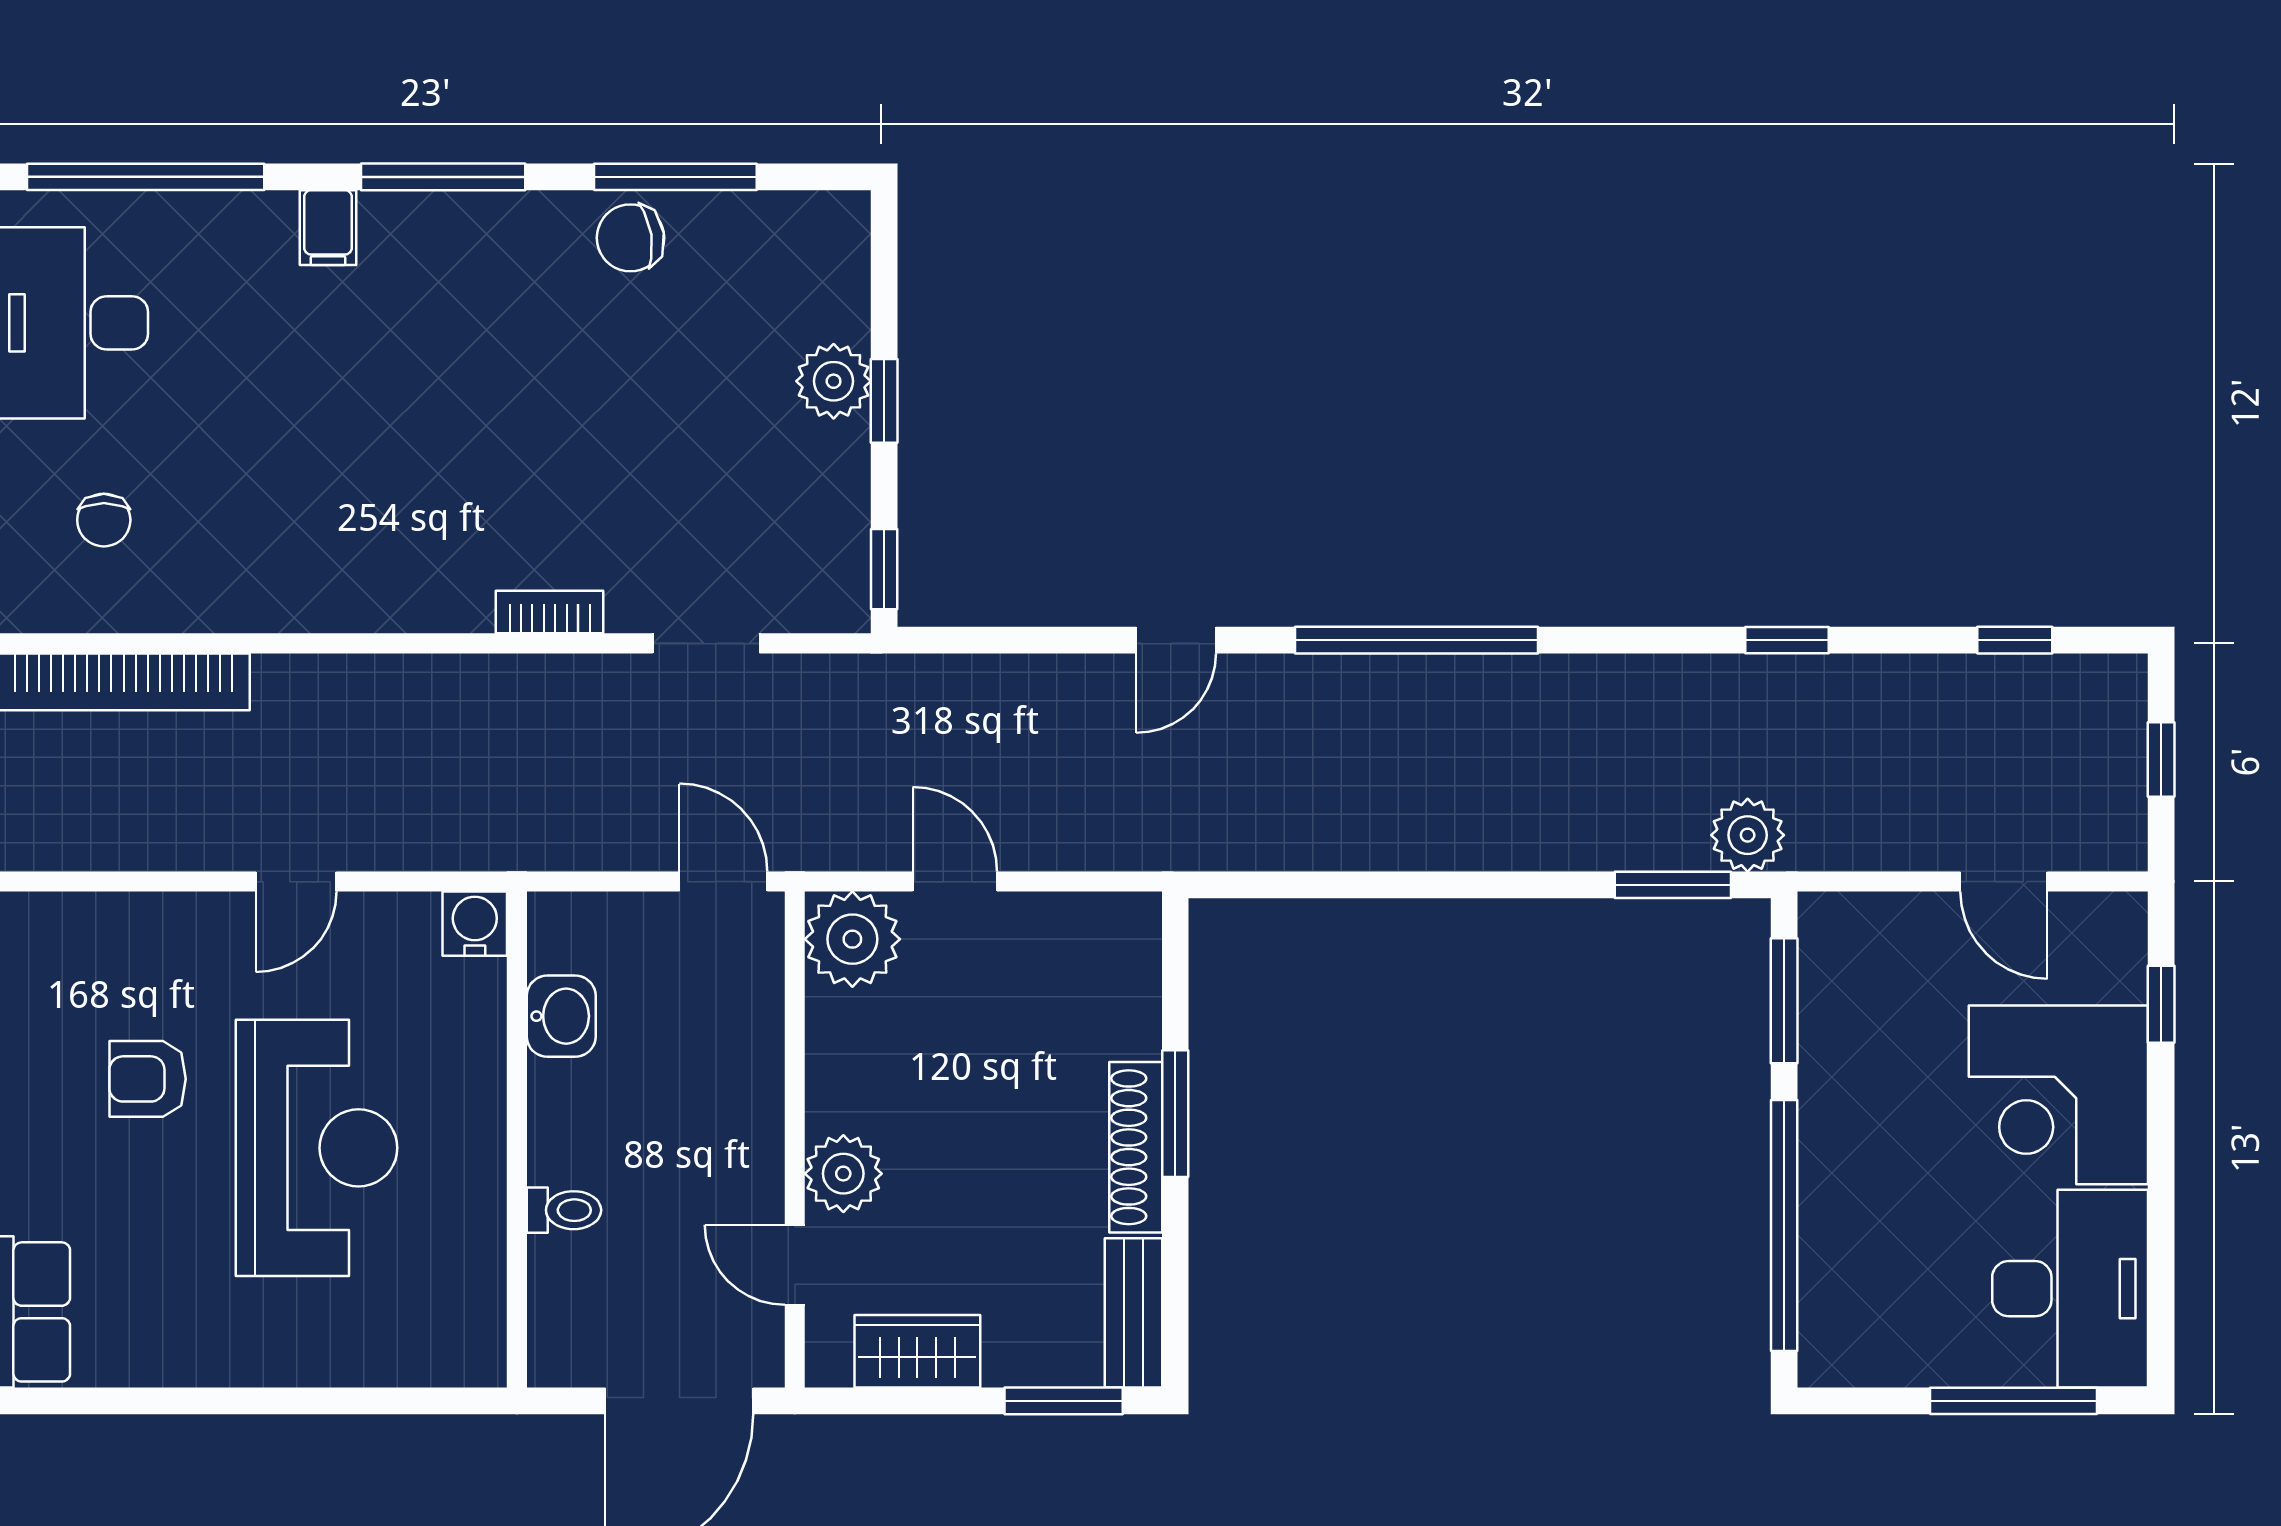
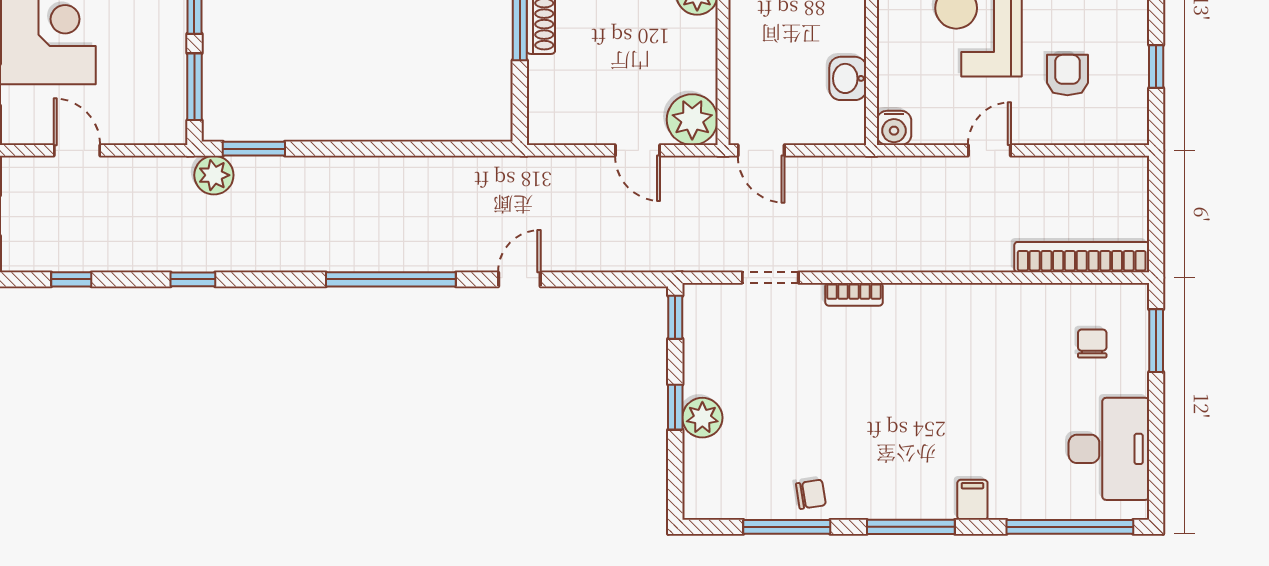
chair: (630, 238) -> (811, 494), width x0.73, depth x0.73
armchair: (148, 1079) -> (1067, 75), moved, turned -90

